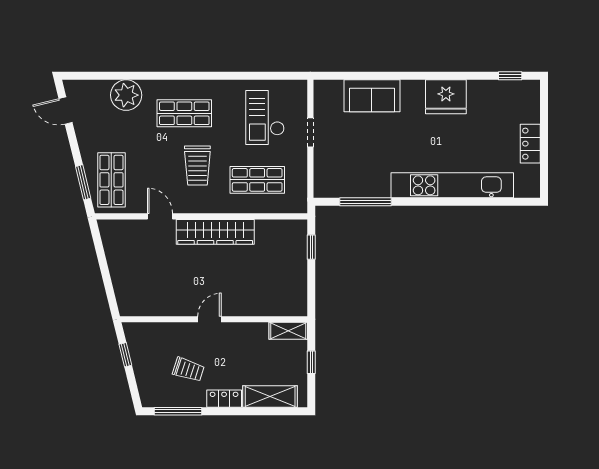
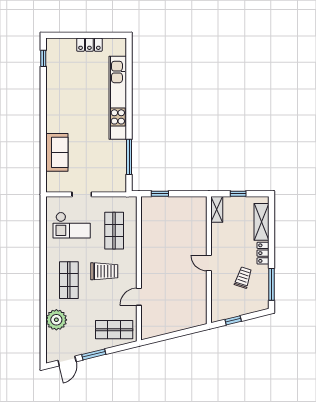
fridge: (446, 97) -> (57, 102), removed
window: (83, 182) -> (94, 354), moved
wardrobe: (215, 232) -> (149, 259), removed

